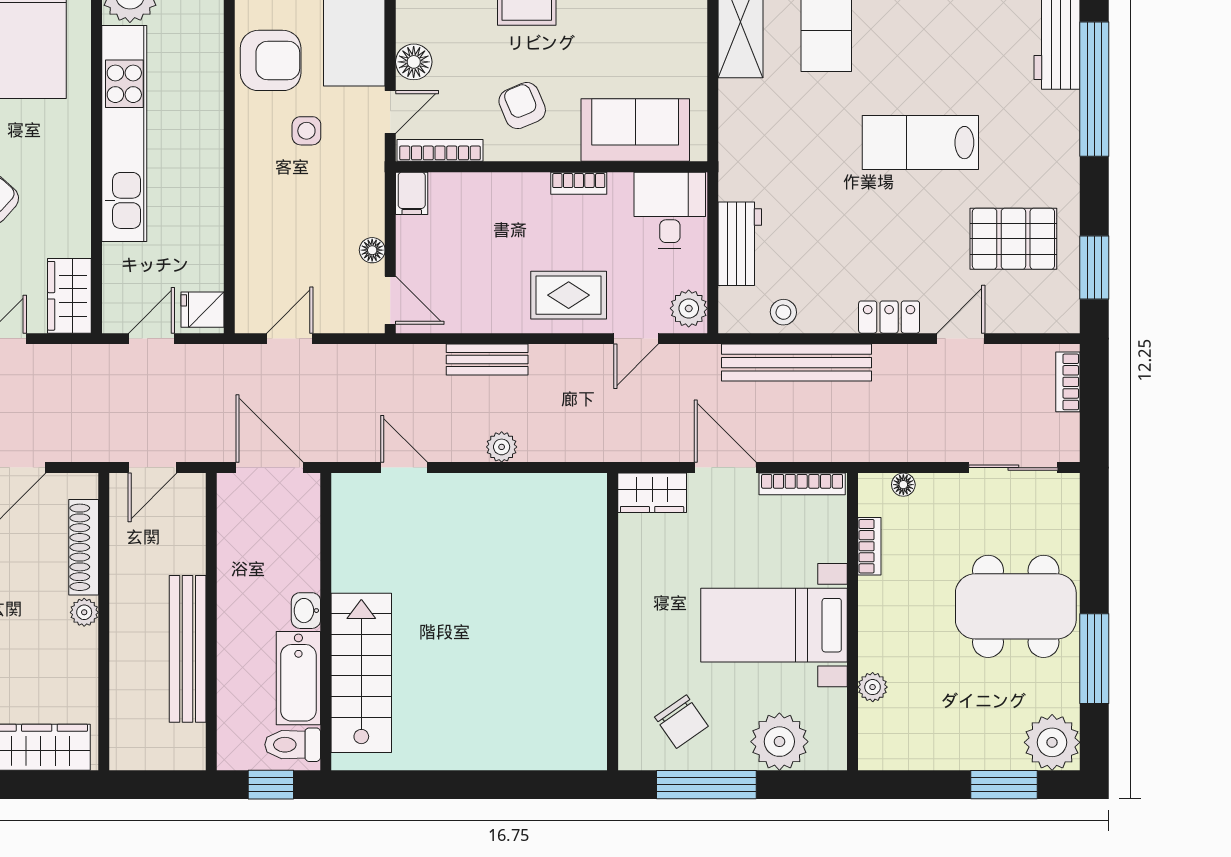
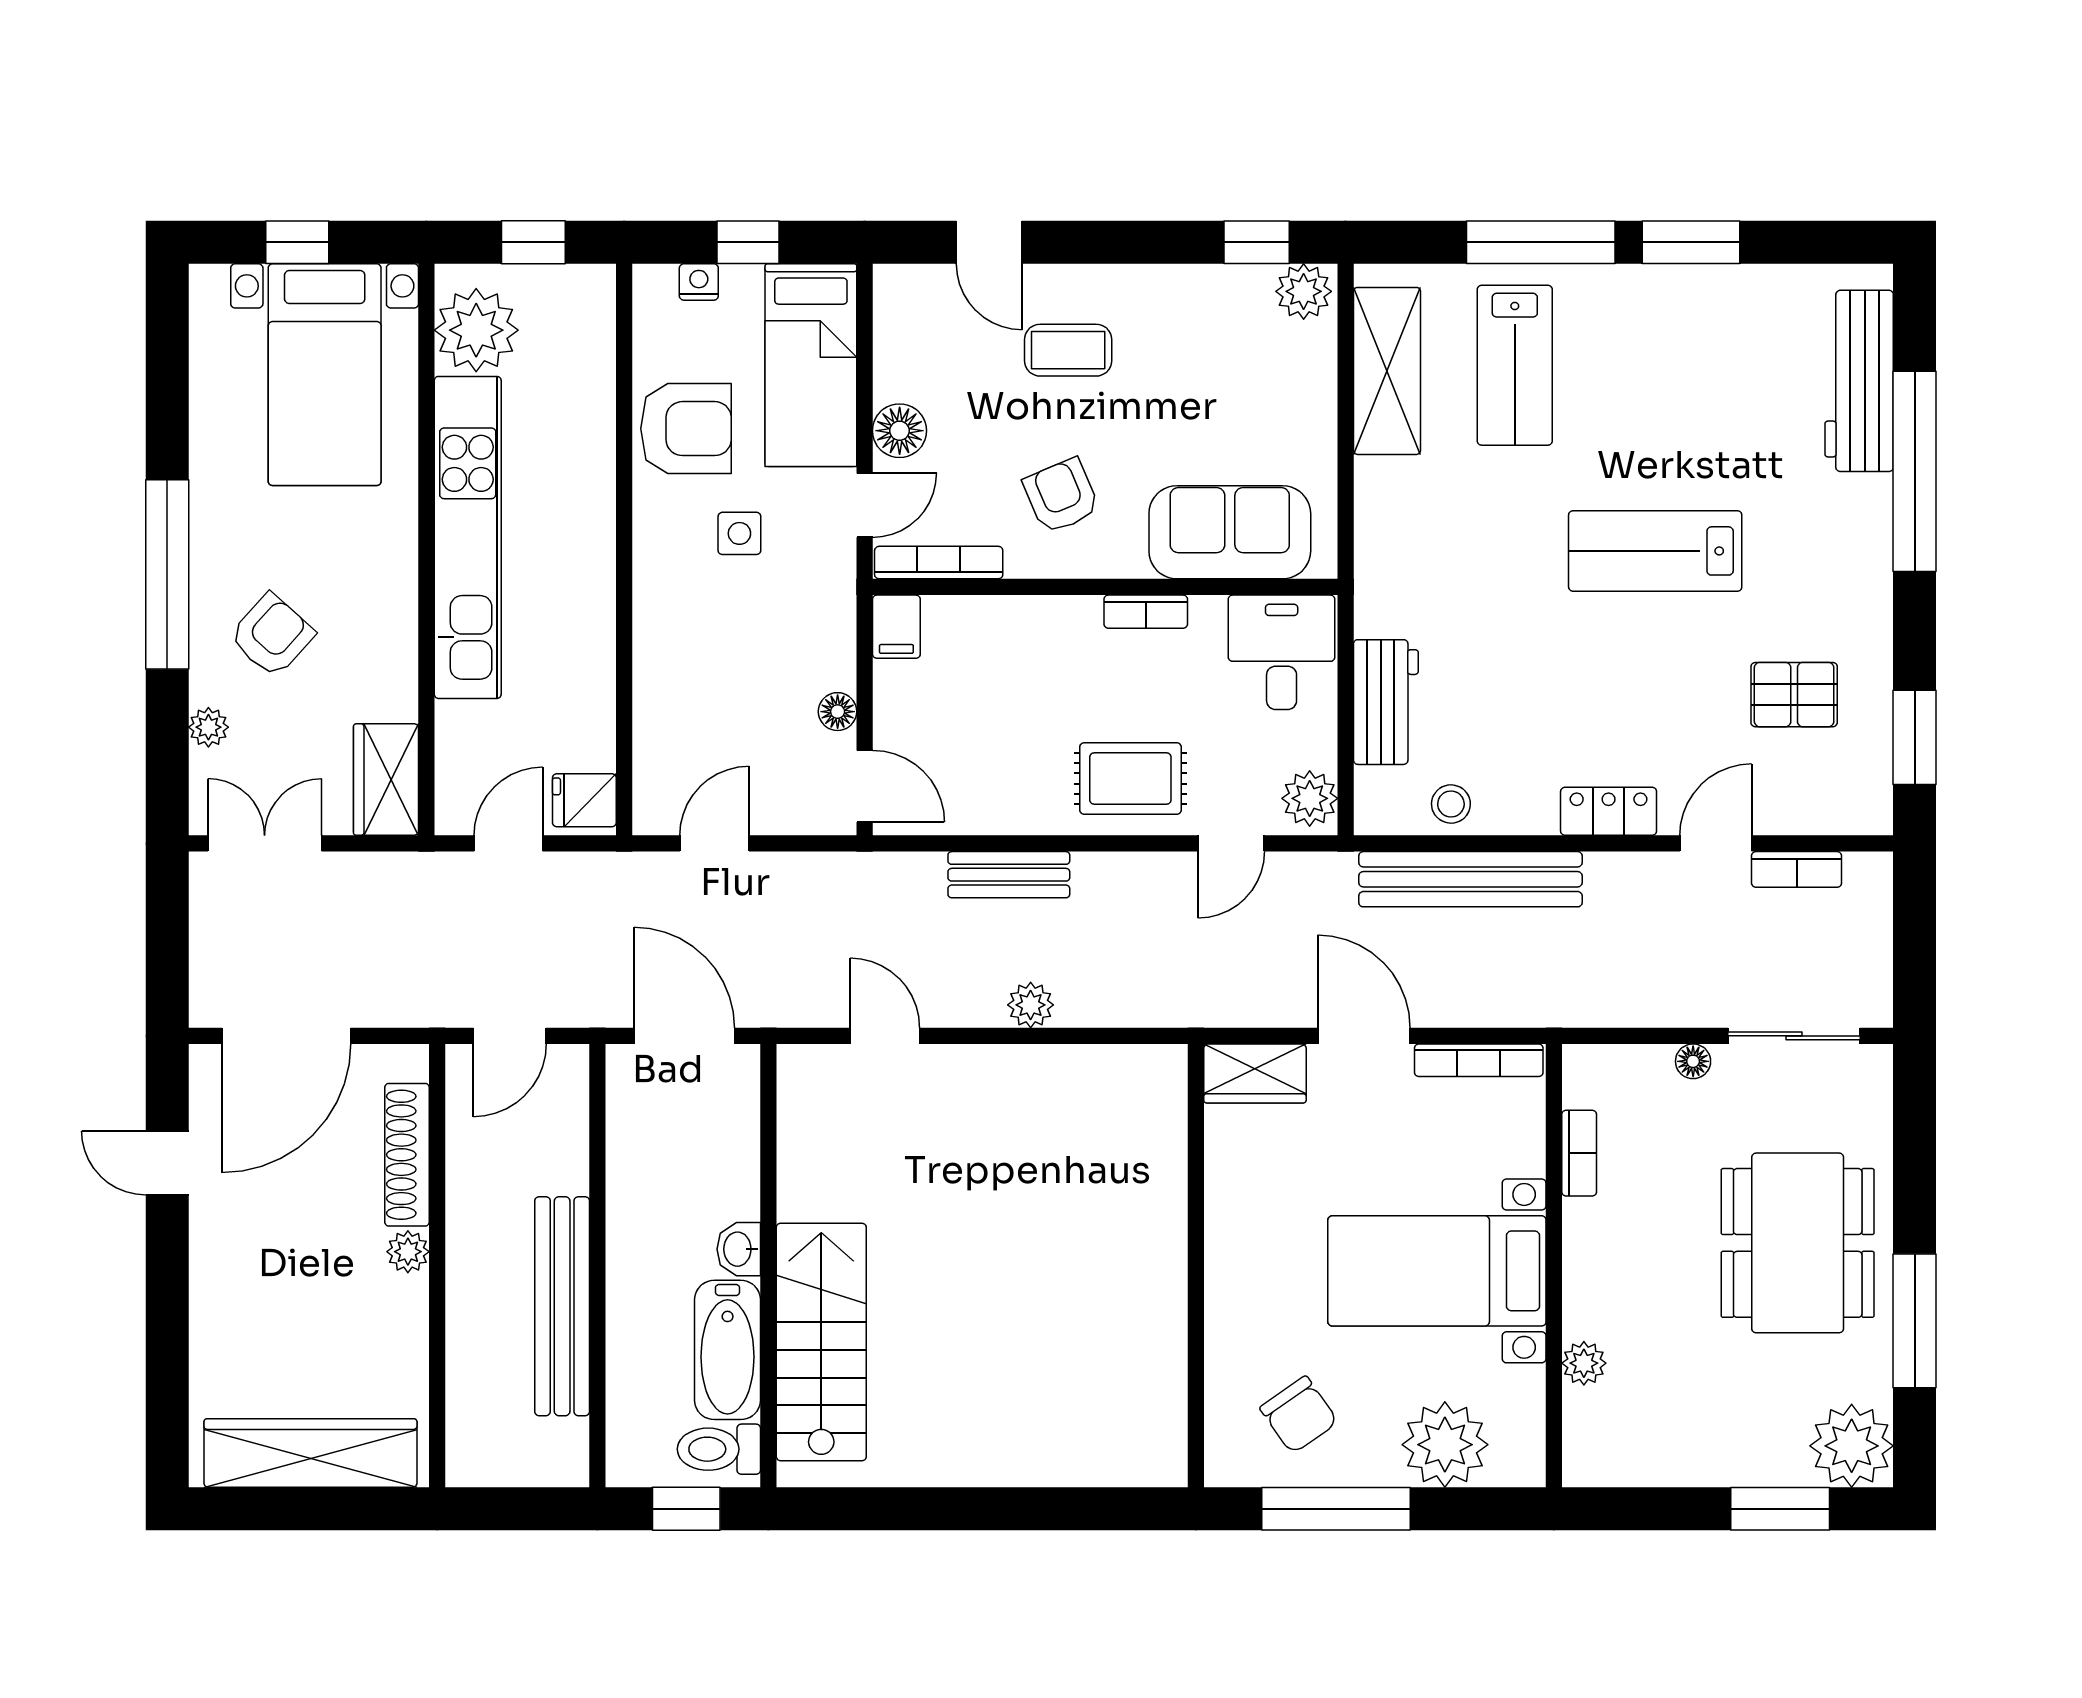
pallet: (1013, 239) -> (1794, 695), width x0.67, depth x0.71
bookcase: (1068, 382) -> (1797, 869), moved, turned -90
floor lamp: (903, 485) -> (1693, 1061), moved
dining table: (1016, 606) -> (1798, 1243), turned 90

